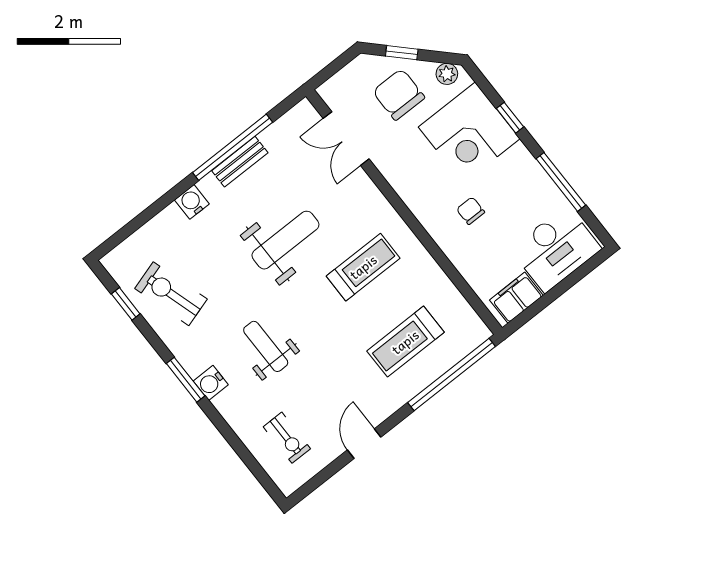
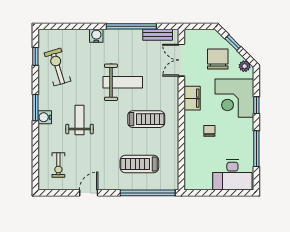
bench: (240, 162) -> (158, 35), moved
filing cabinet: (516, 298) -> (192, 98), moved, turned 90

